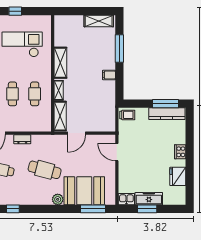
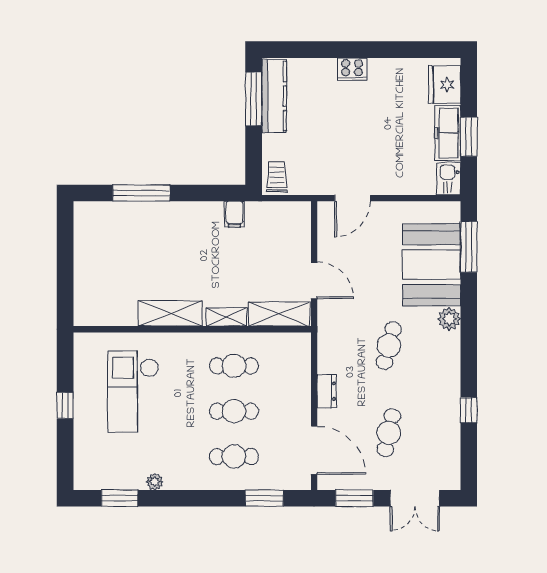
shelving: (99, 21) -> (85, 235), removed
filing cabinet: (109, 75) -> (235, 214), moved
cafe table: (45, 170) -> (389, 346), width x0.73, depth x0.74
fridge: (178, 176) -> (445, 85), moved, turned 90

